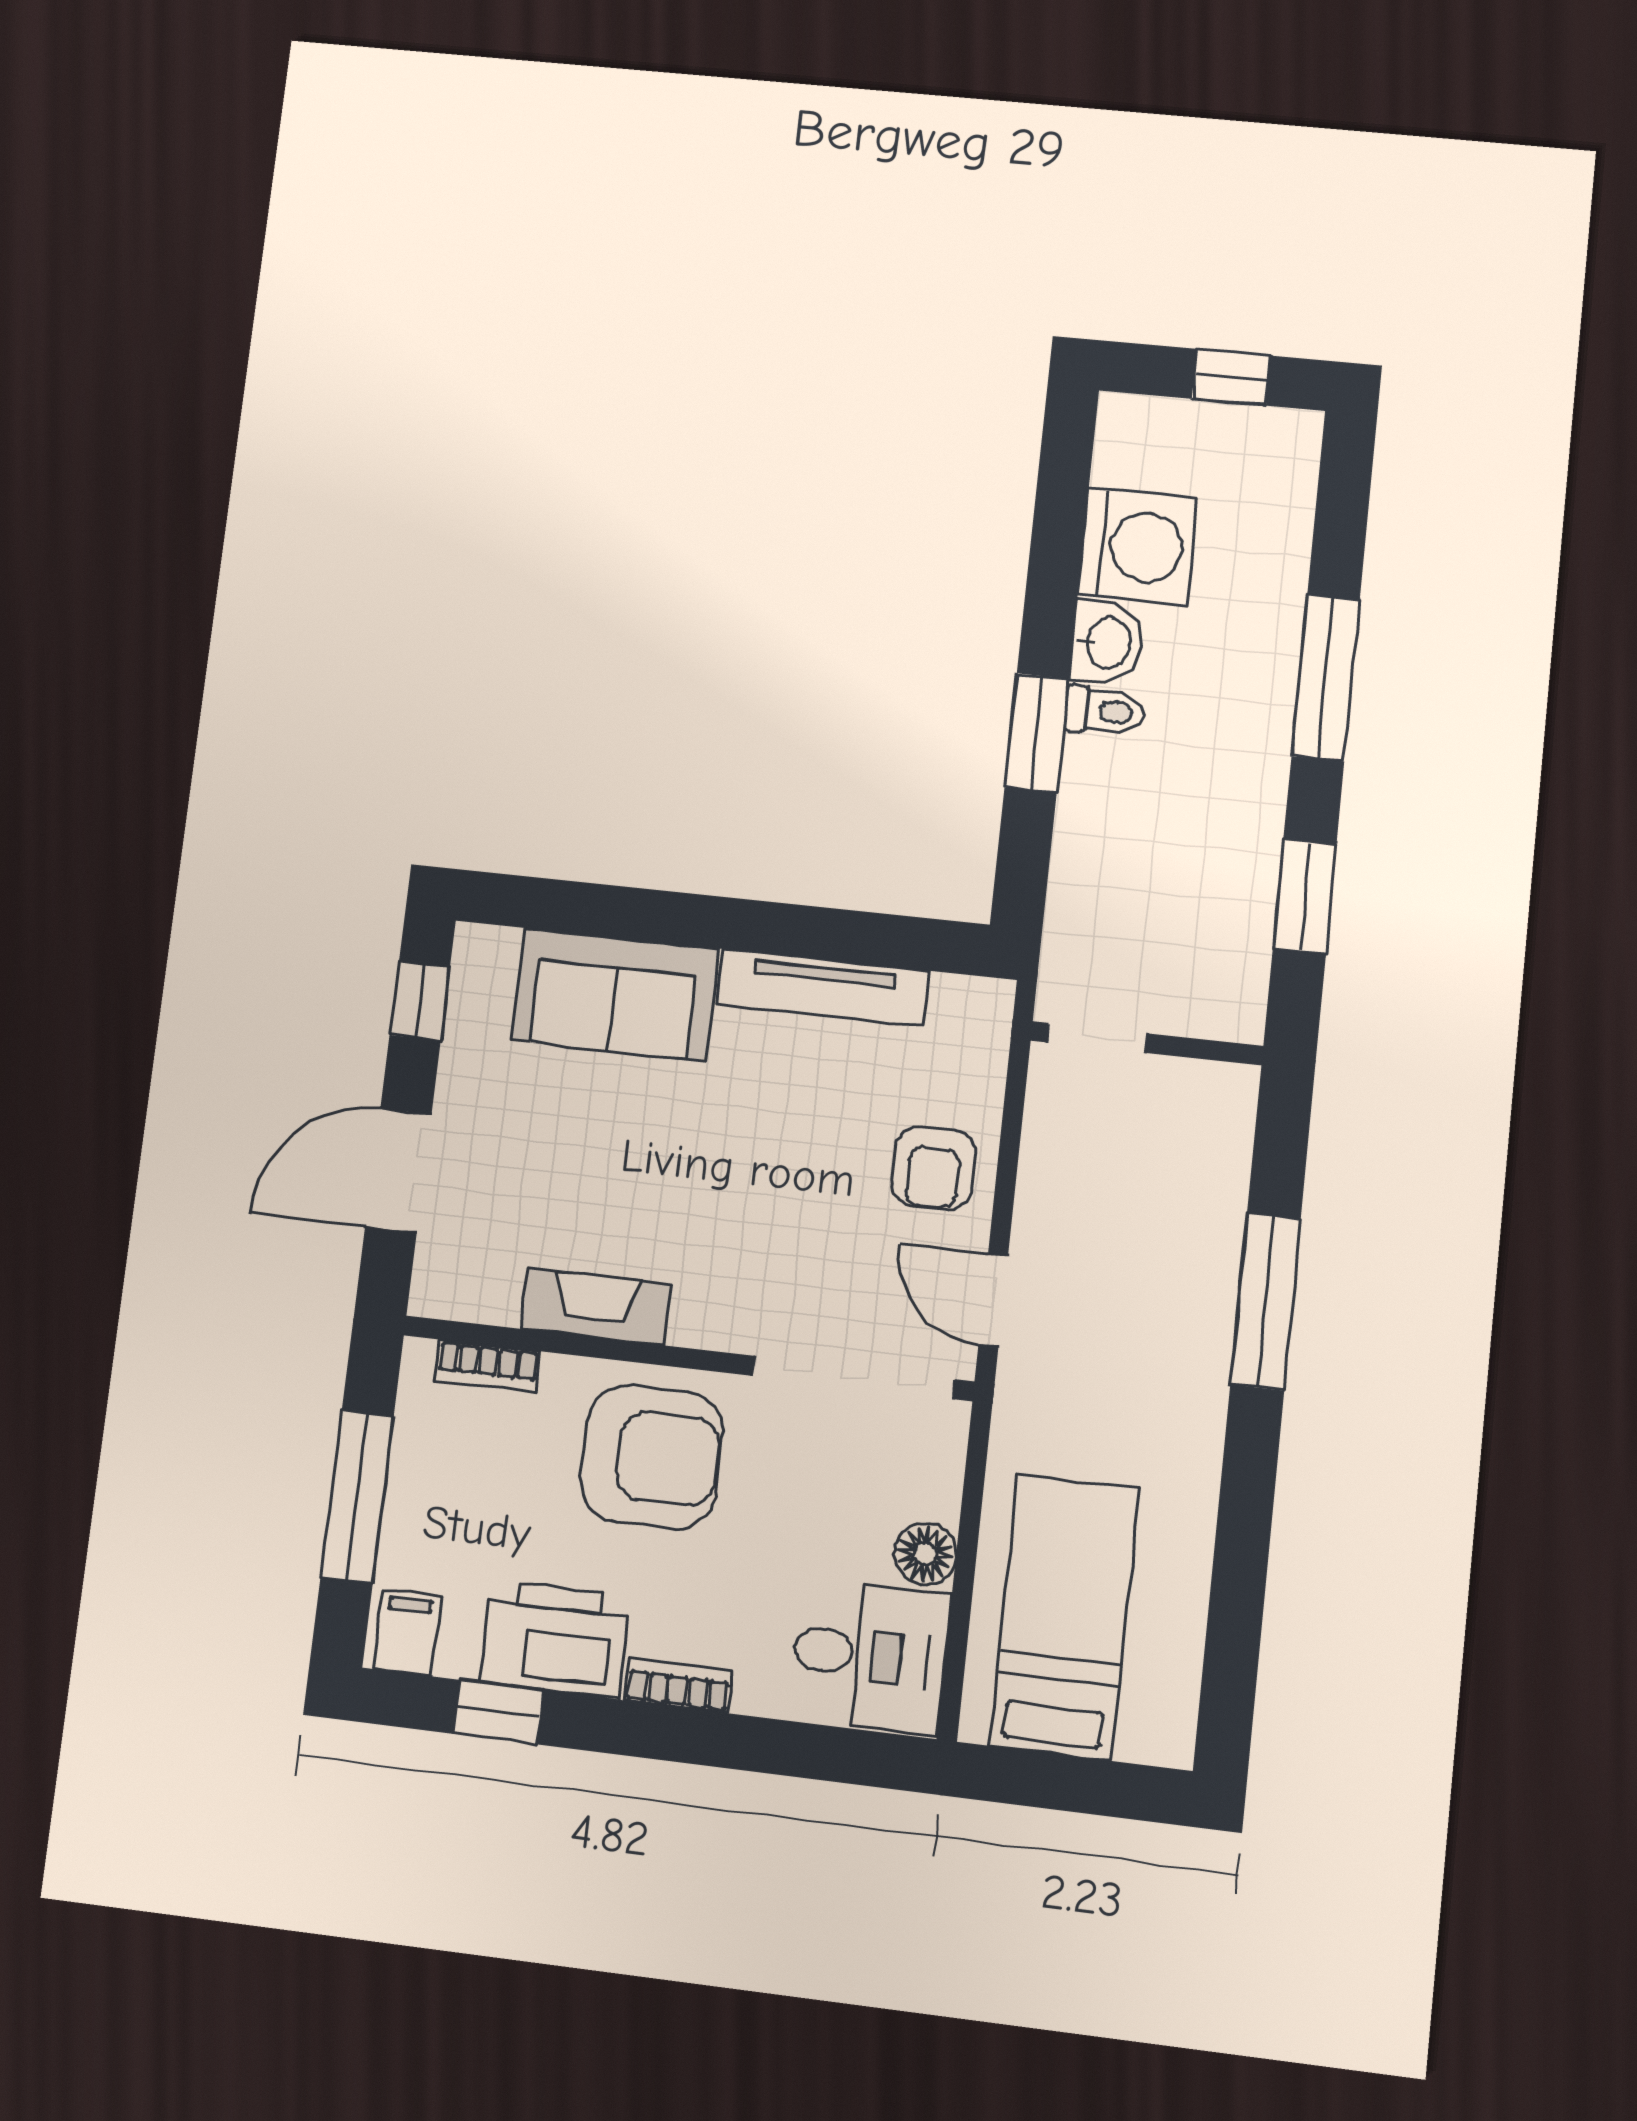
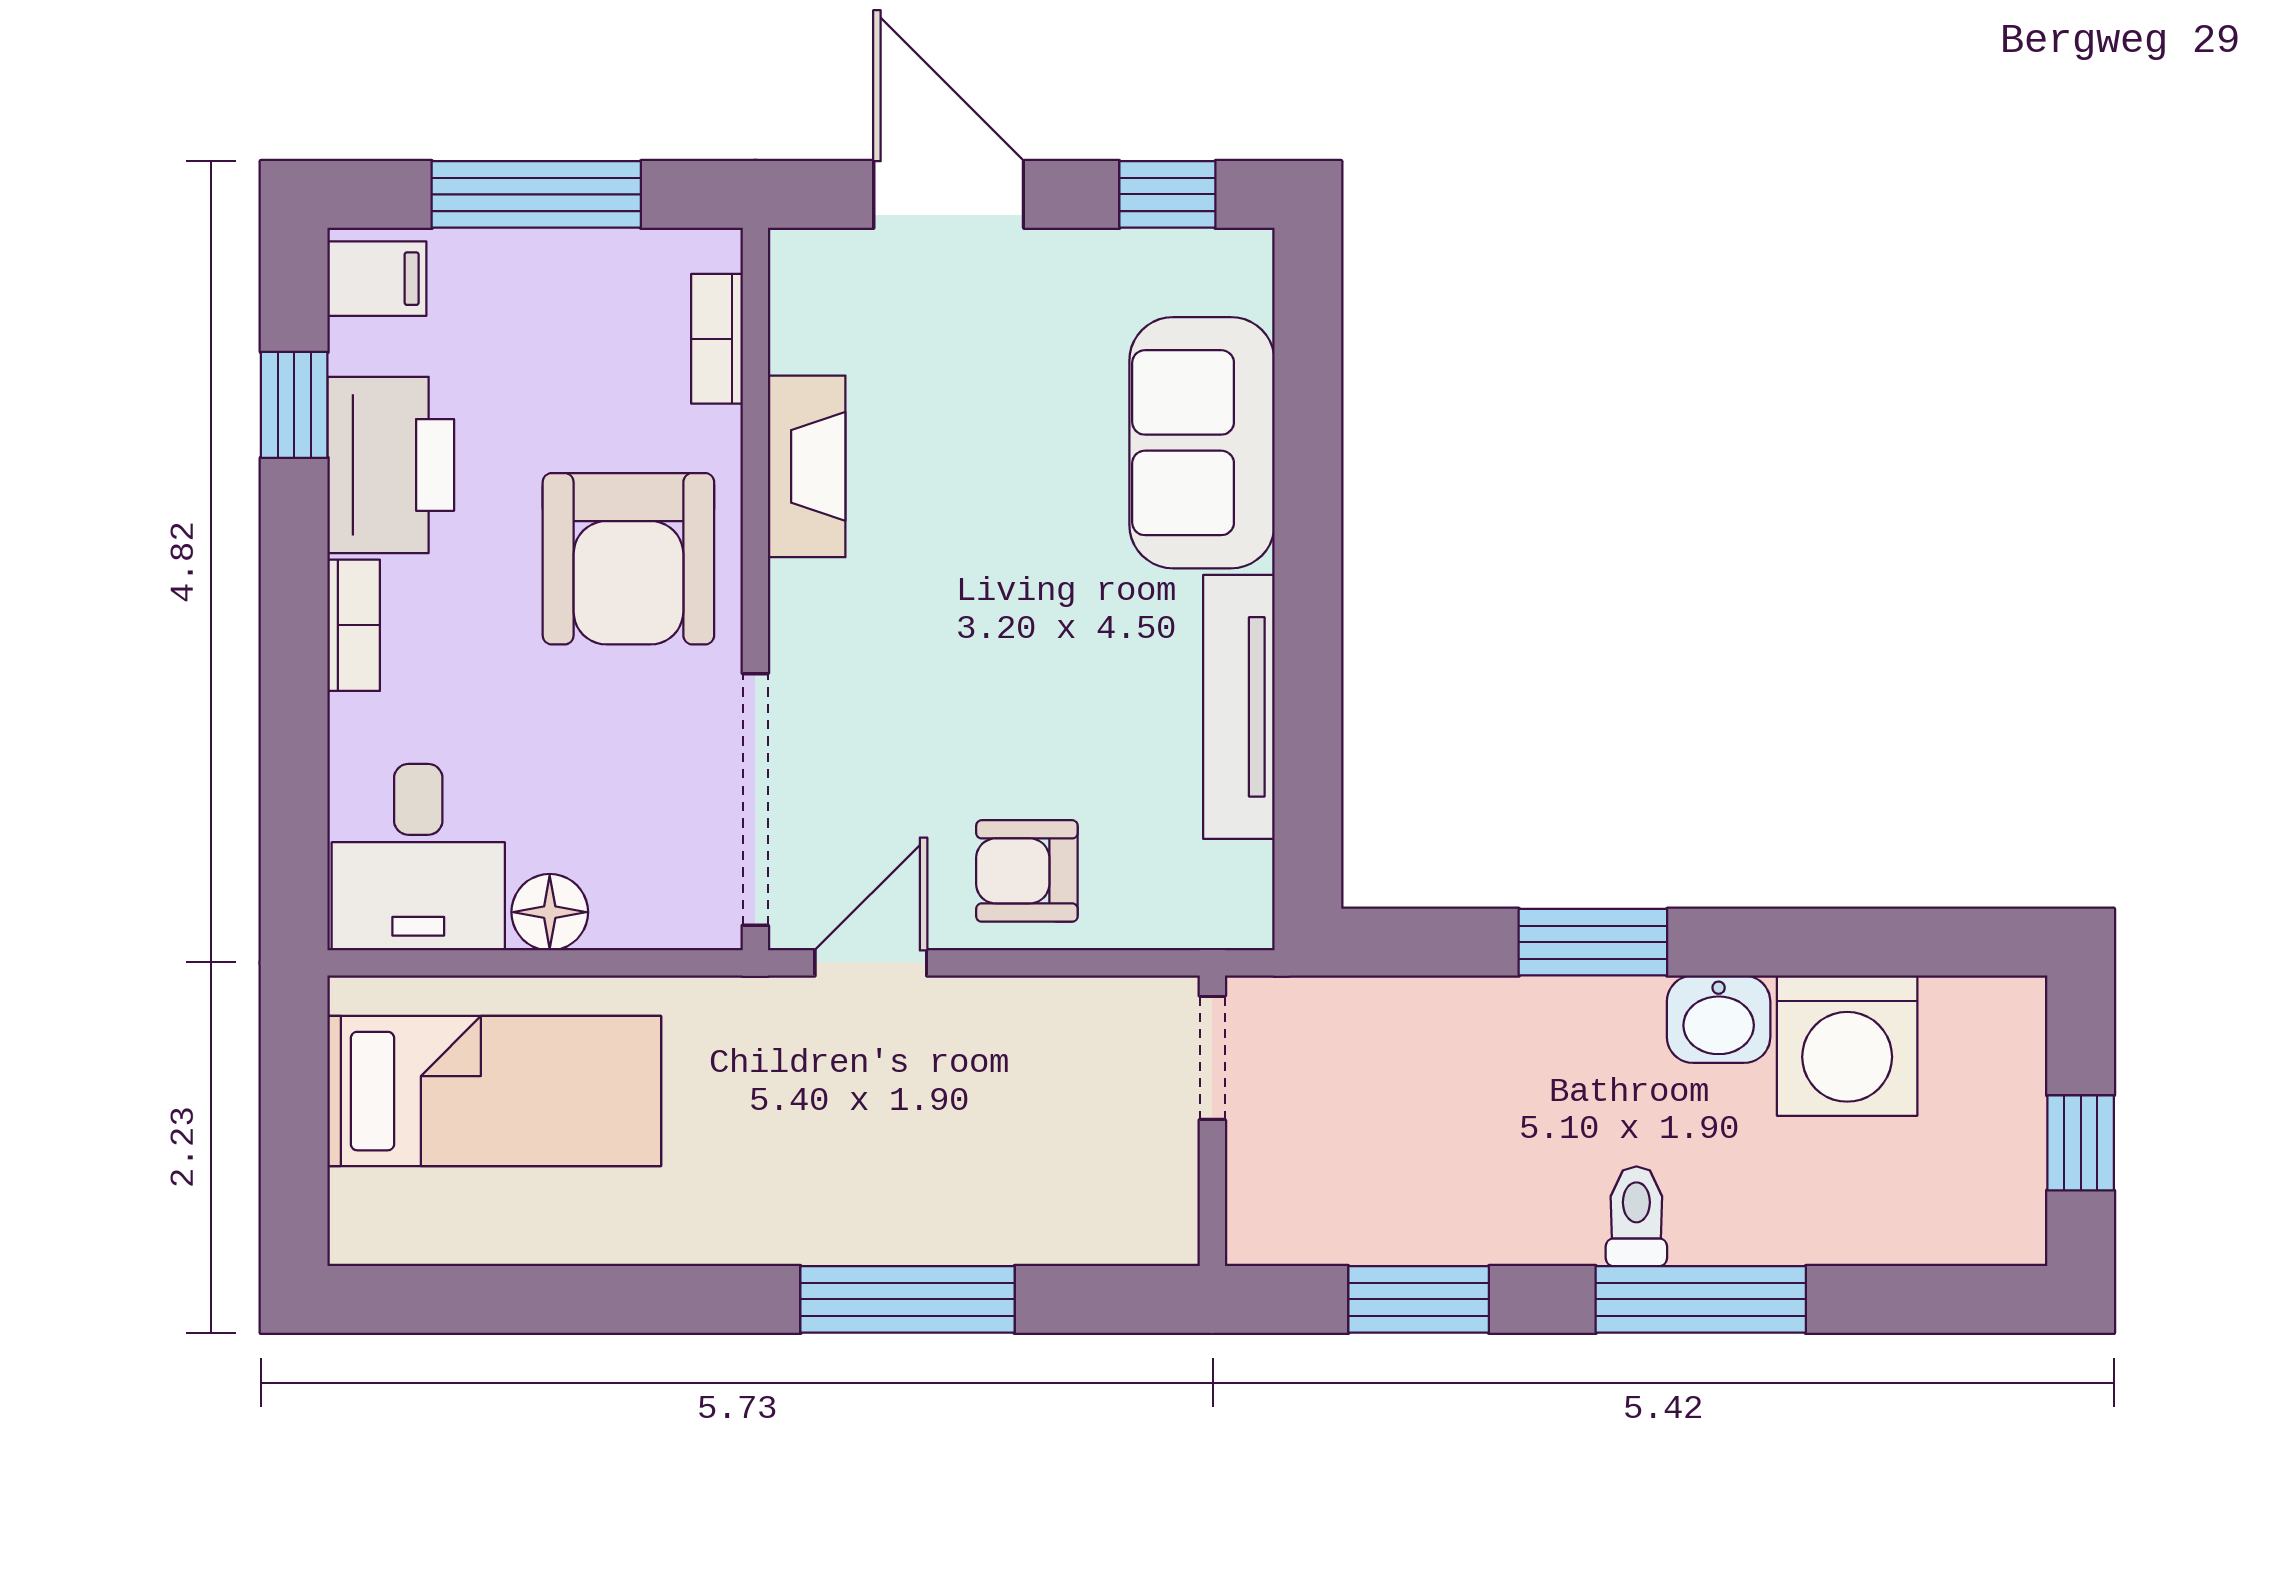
toilet: (1105, 711) -> (1636, 1216), moved, turned 180

